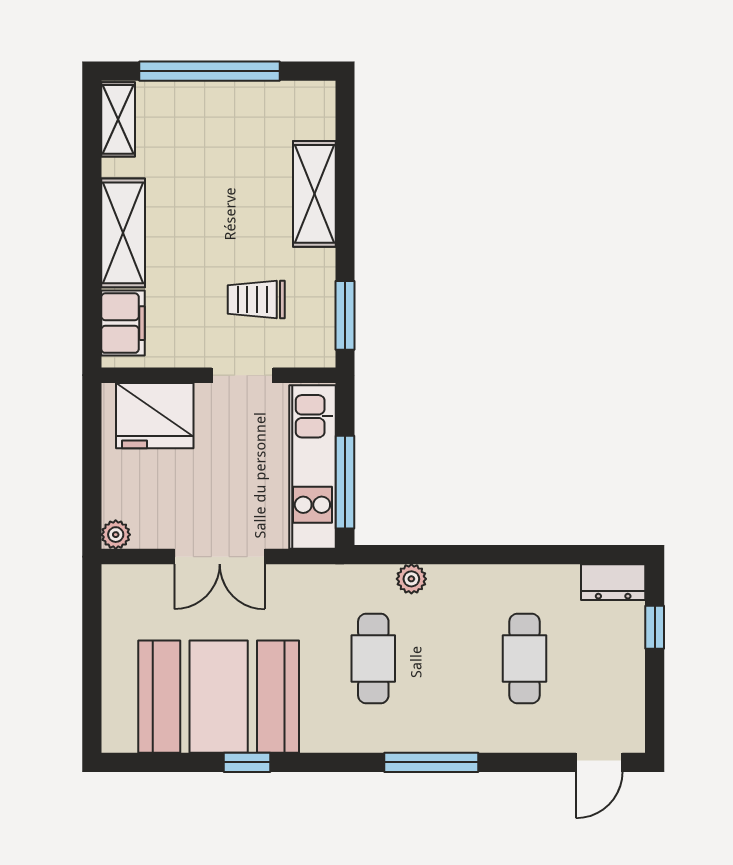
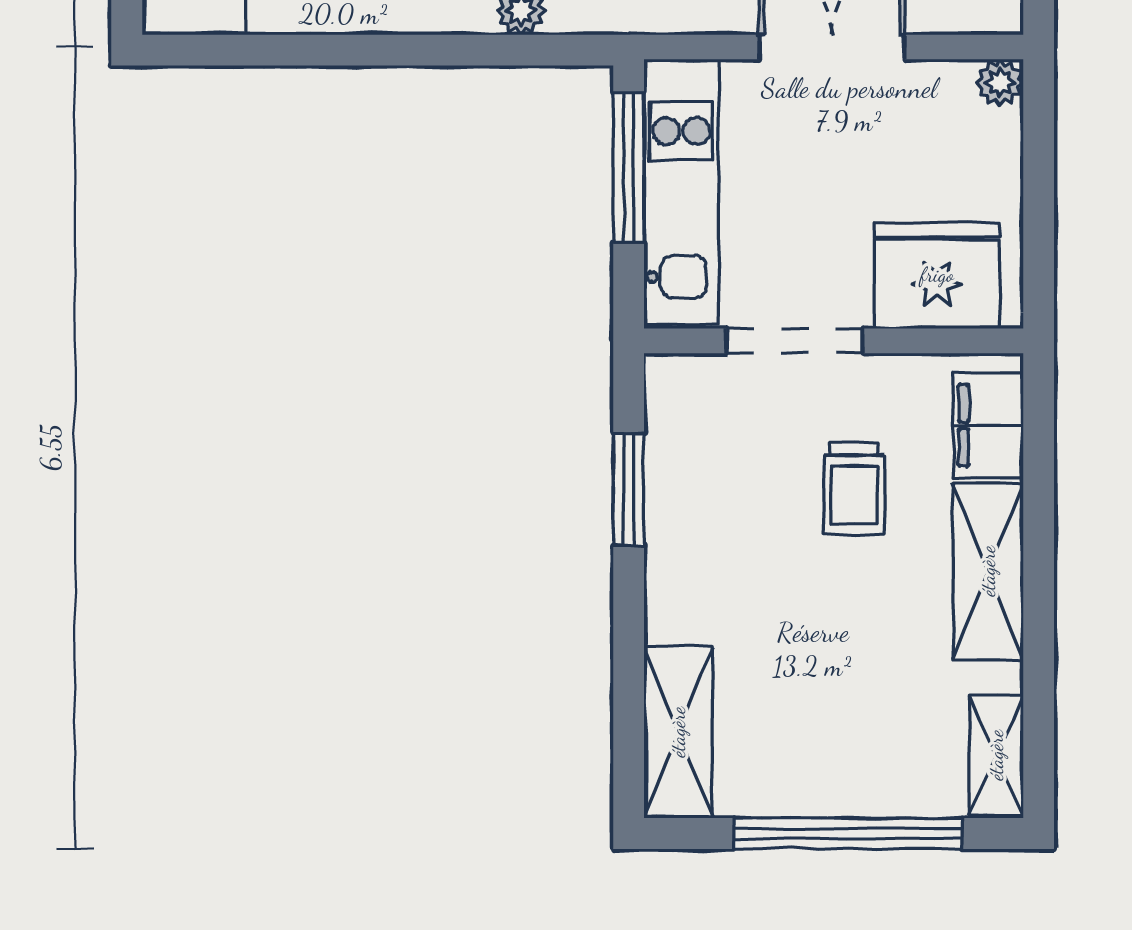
shelving: (314, 194) -> (678, 732), moved
trolley: (256, 299) -> (854, 489), moved, turned 90
window: (345, 315) -> (629, 489), moved
doorway: (242, 375) -> (795, 341), width x1.38

